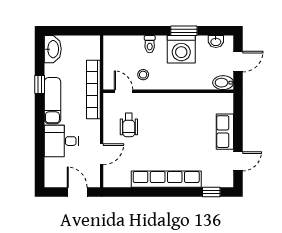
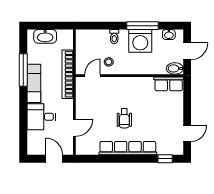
window: (184, 31) -> (142, 26), width x1.44
washbasin: (53, 49) -> (45, 36), moved, turned 90
window: (40, 84) -> (23, 70), width x2.17
door: (123, 91) -> (93, 76), hinge flipped
wheelchair: (129, 125) -> (124, 118), moved
row of seats: (225, 132) -> (169, 84), moved, turned -90

